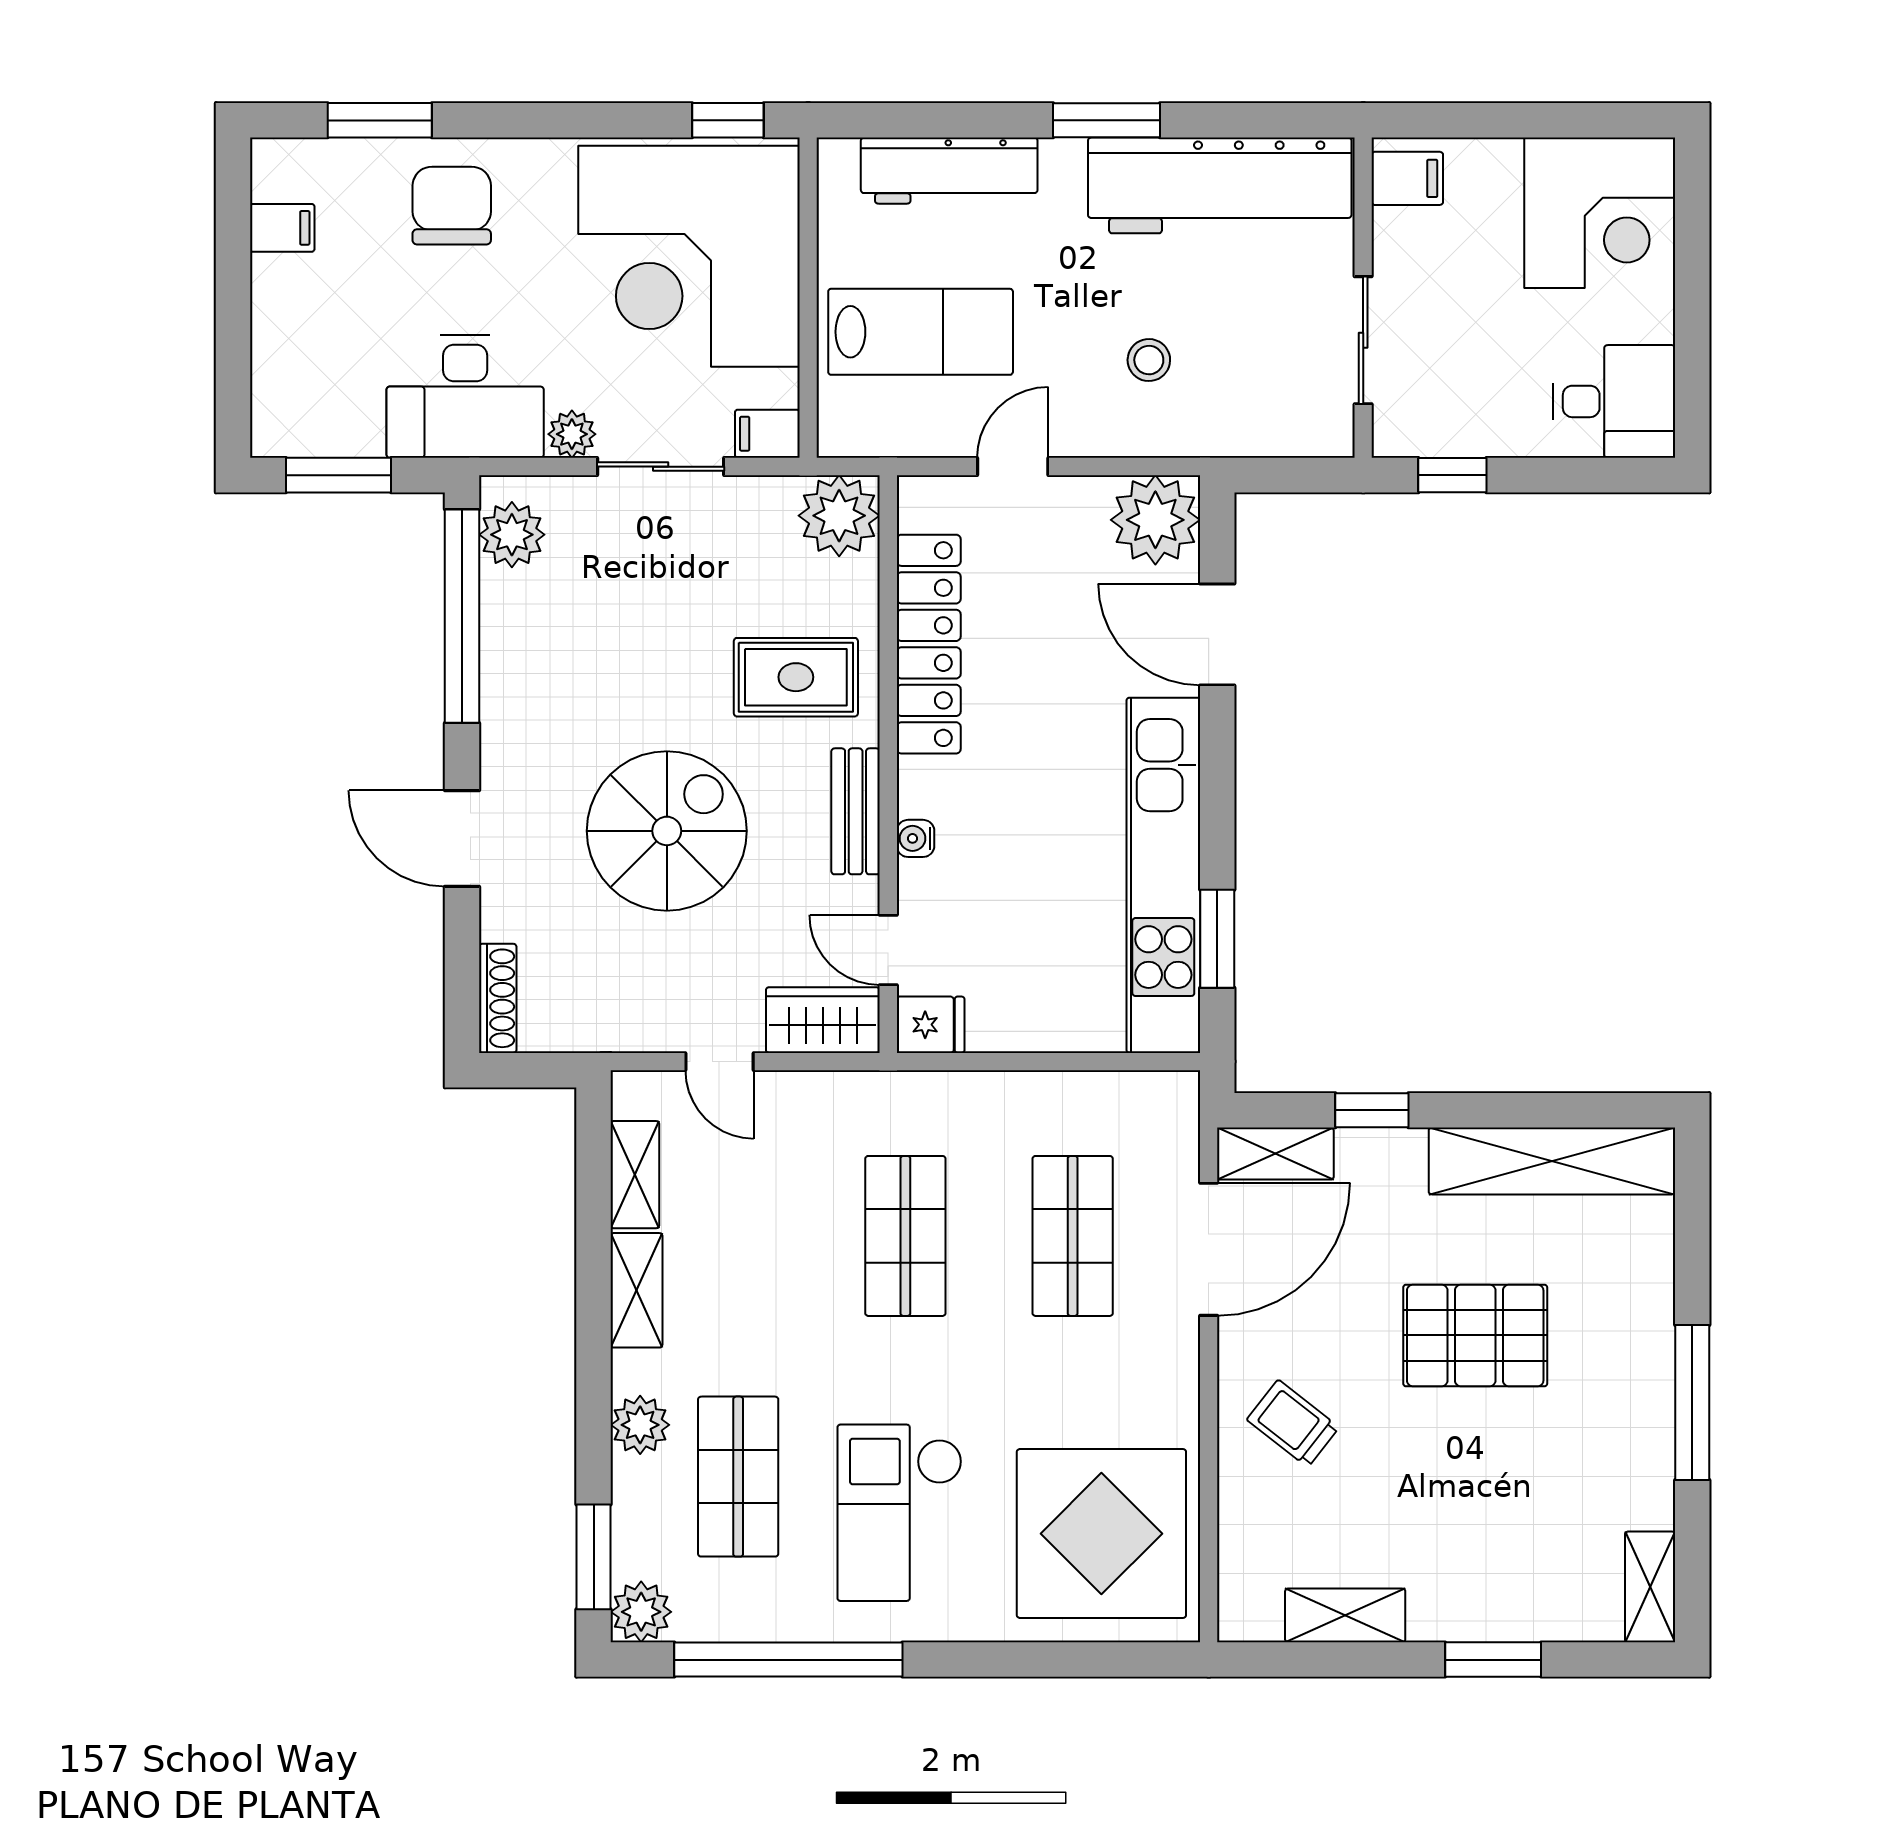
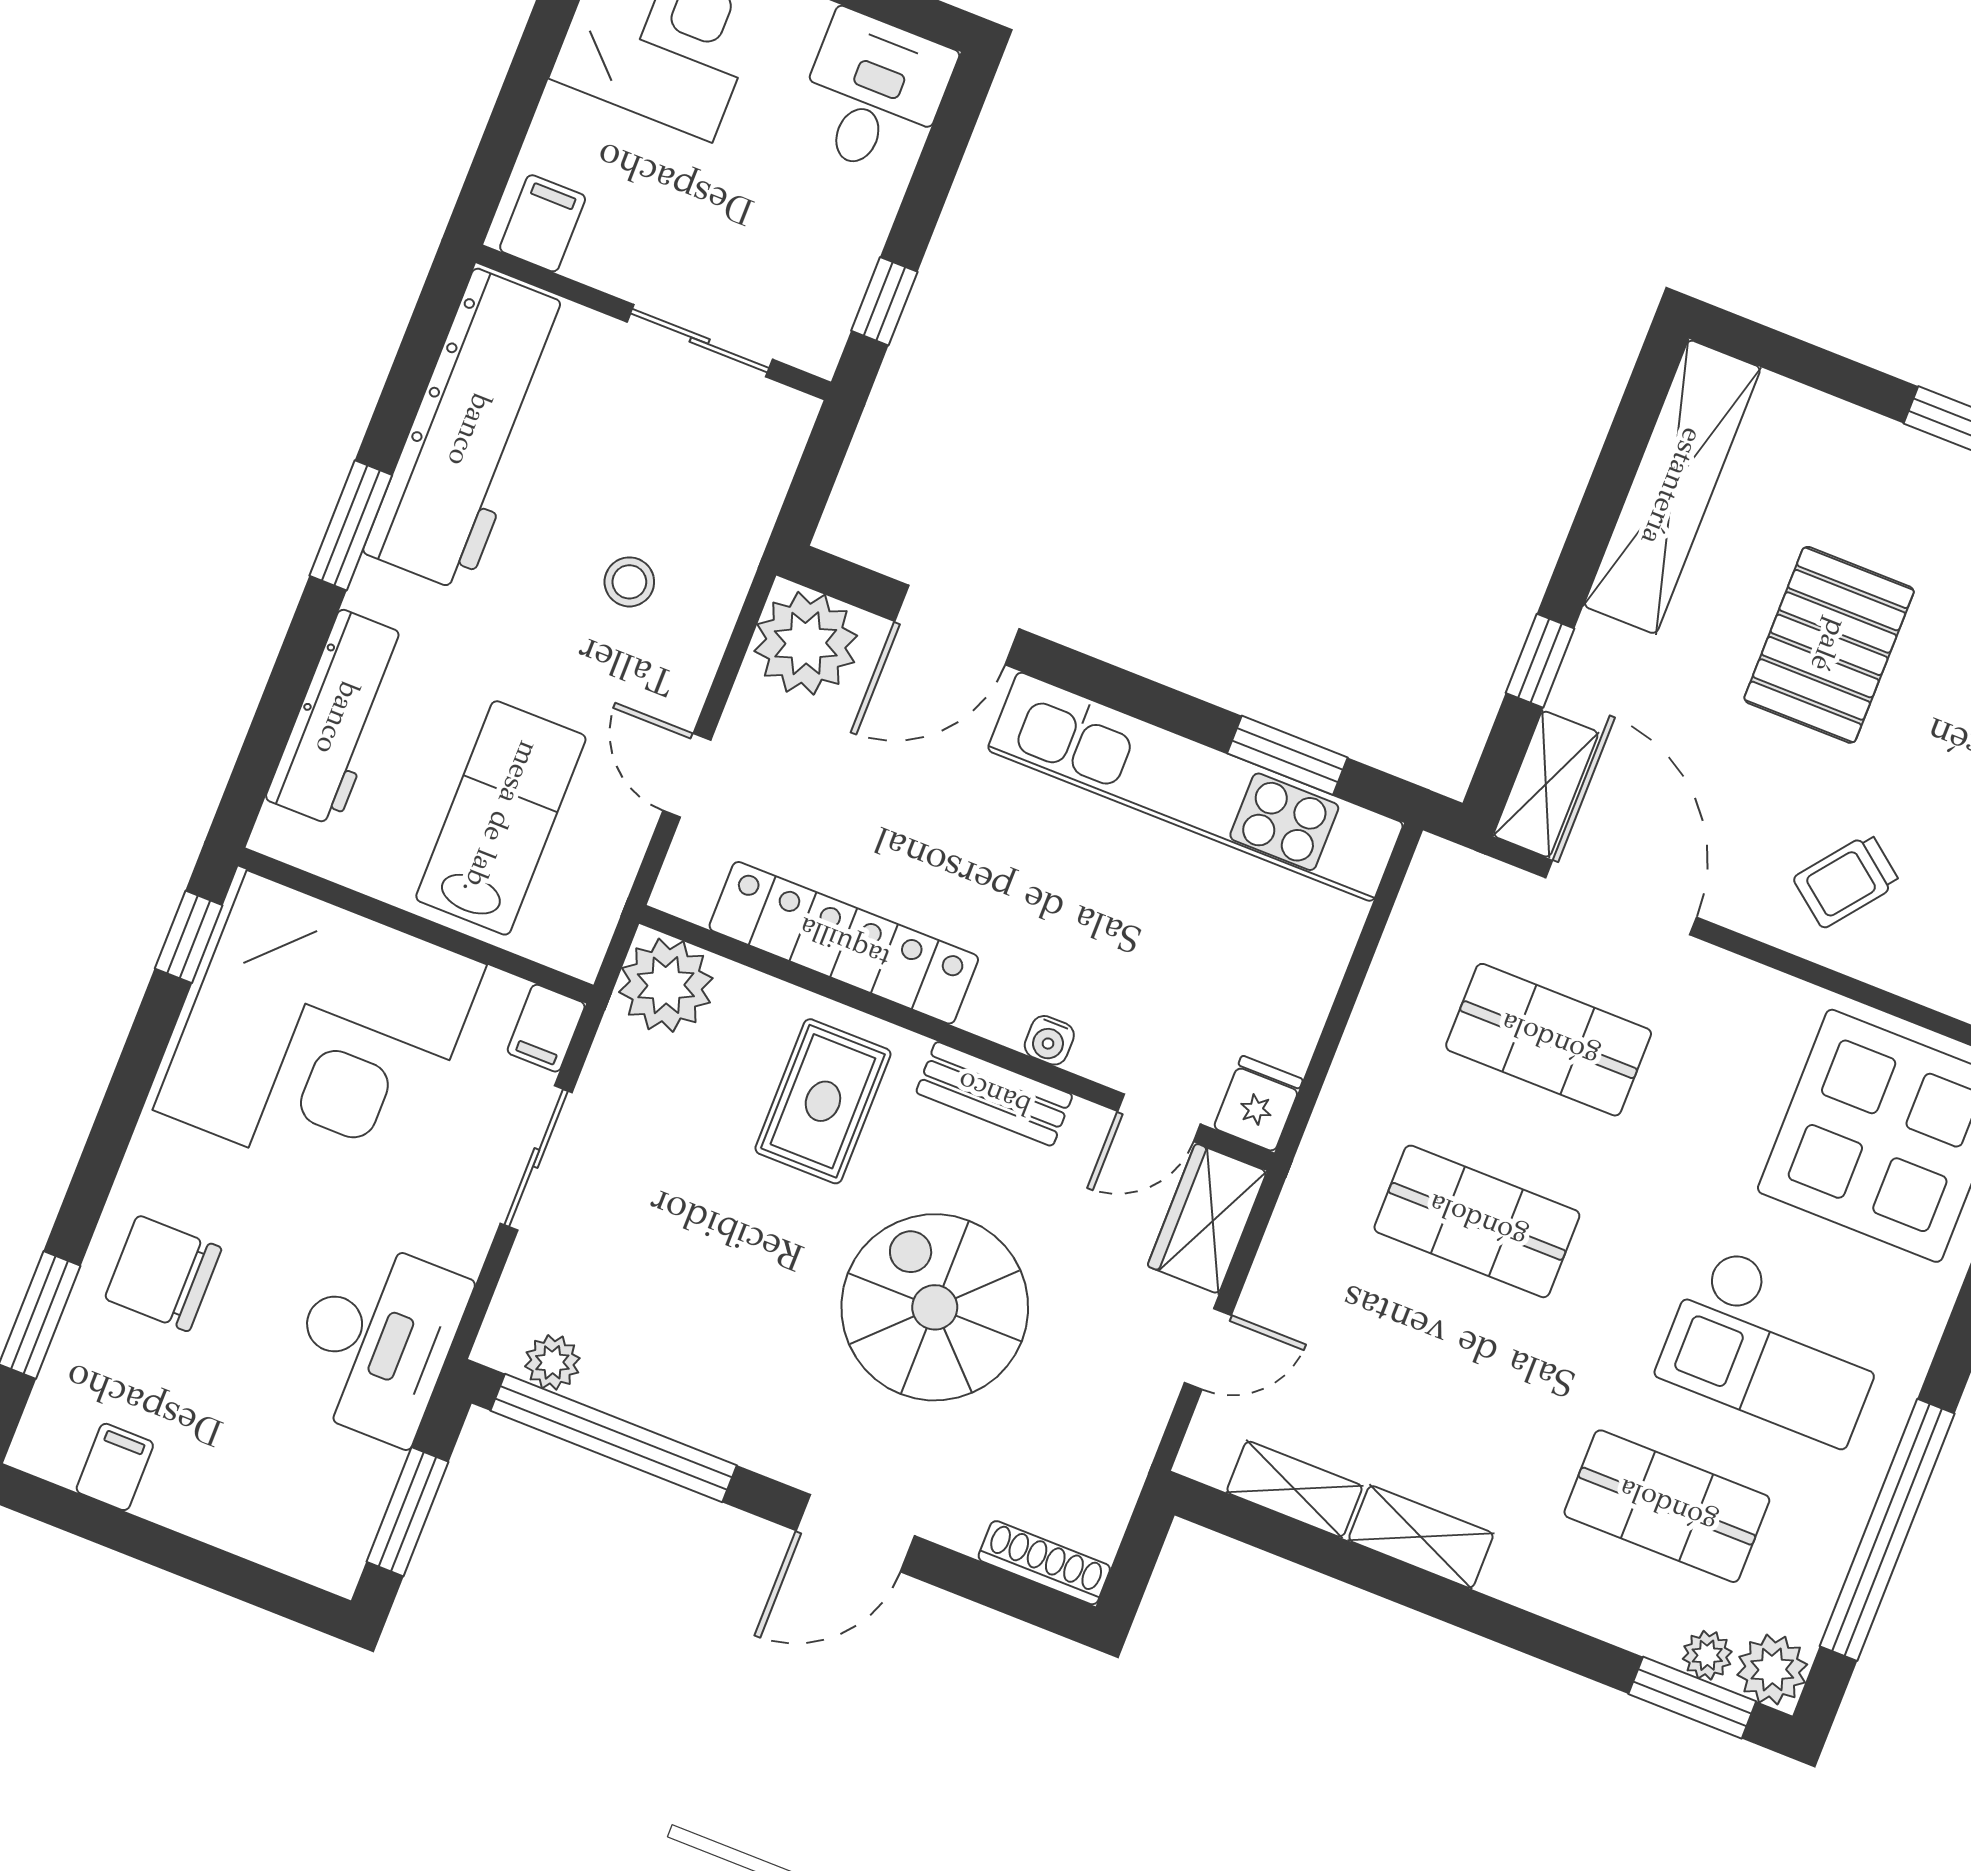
plant: (572, 434) -> (463, 1241), removed
plant: (512, 535) -> (552, 1362), width x0.73, depth x0.73
plant: (640, 1425) -> (1707, 1655), moved, width x0.73, depth x0.73

